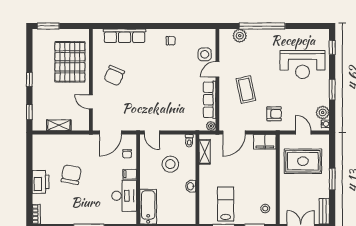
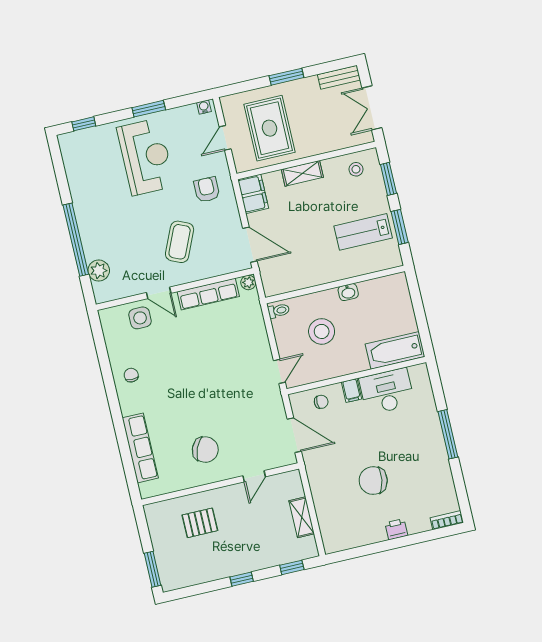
pallet: (70, 62) -> (200, 523), width x0.49, depth x0.50
reception desk: (303, 65) -> (146, 157), moved
coffee table: (246, 90) -> (180, 242), turned -54
plant: (323, 112) -> (187, 115), removed
shelving: (205, 152) -> (302, 173), moved
printer: (41, 182) -> (396, 529), width x0.53, depth x0.68

